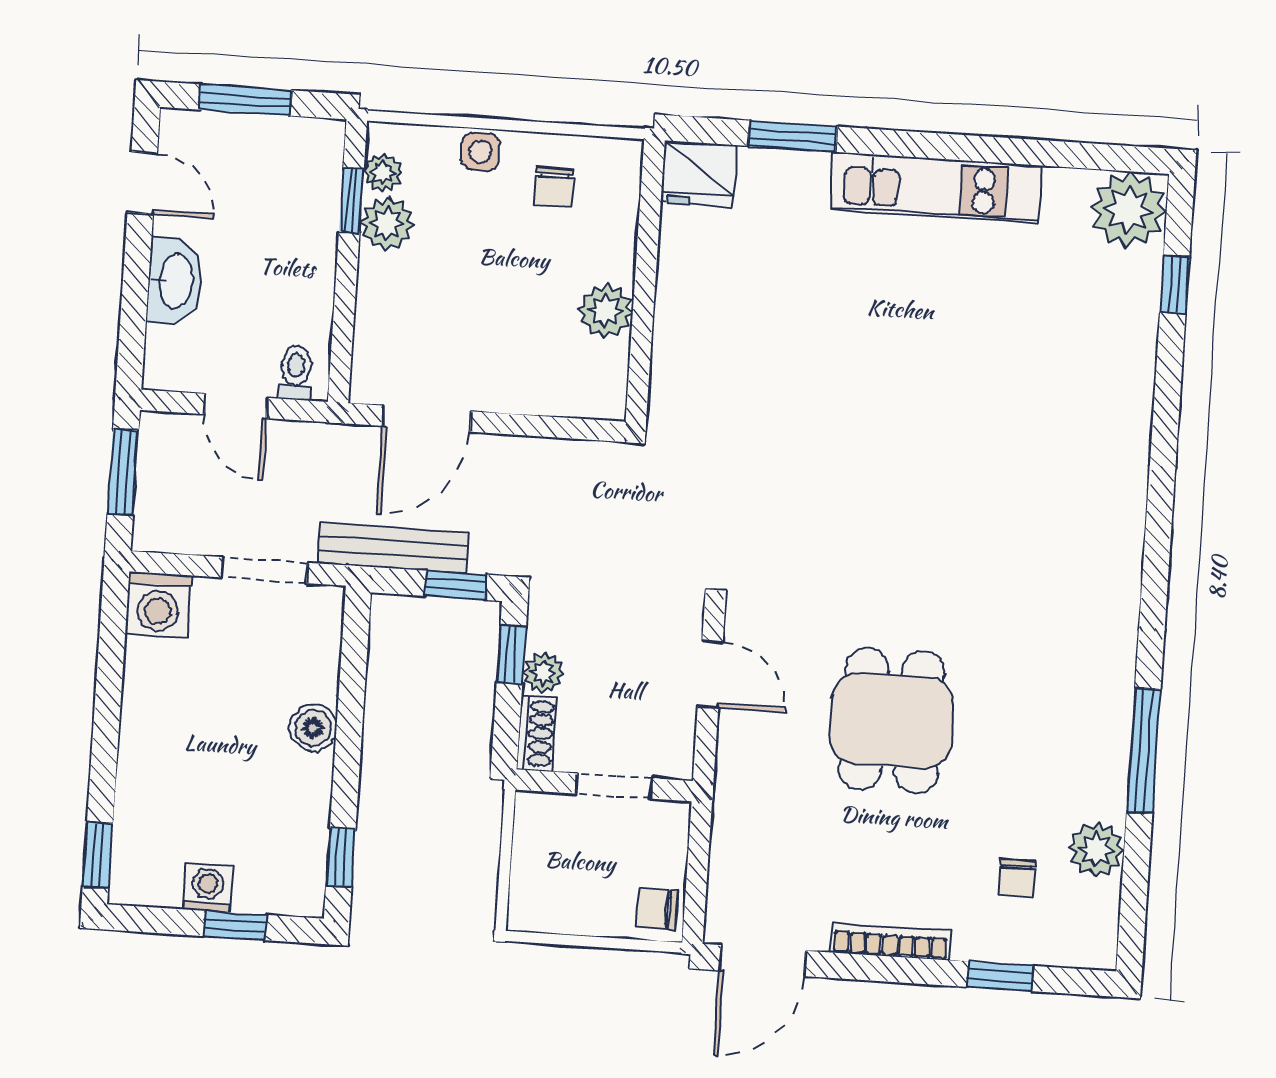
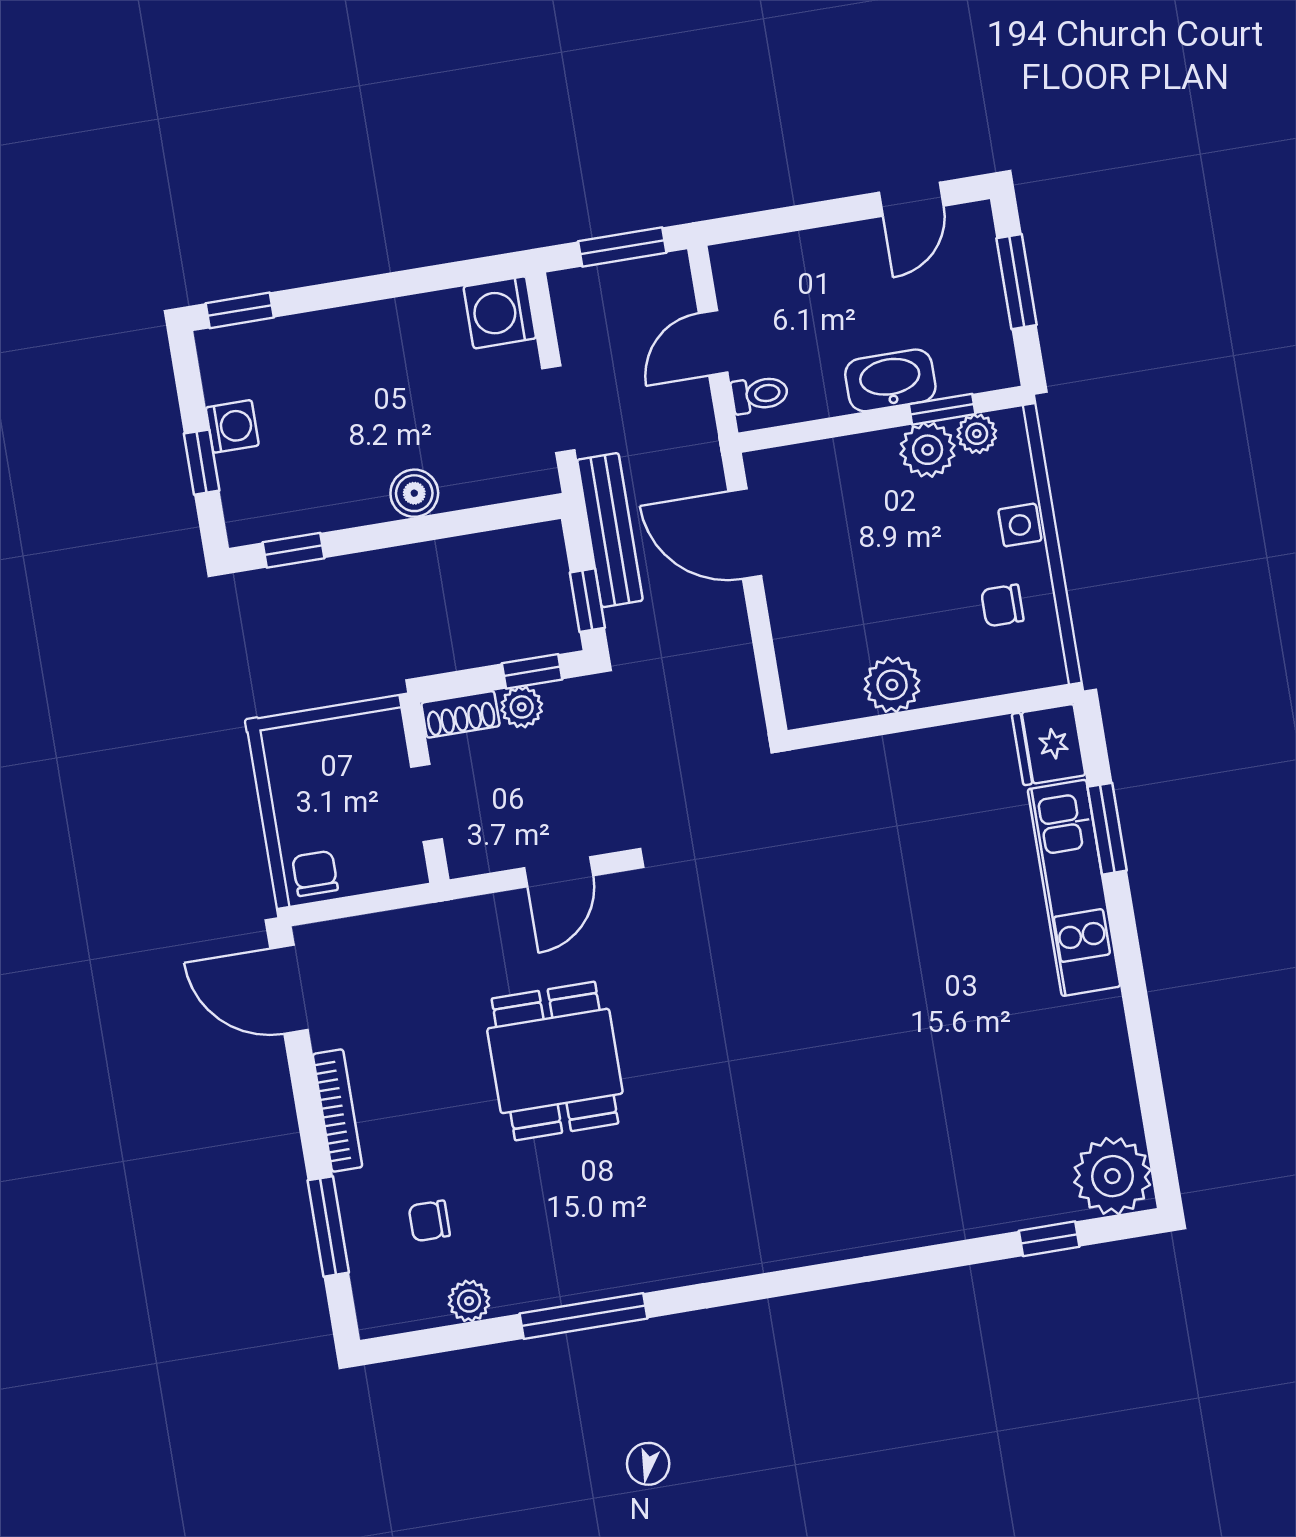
kitchen unit: (936, 188) -> (1074, 888), moved
washbasin: (175, 281) -> (890, 380), moved, turned 180
dining table: (892, 721) -> (555, 1061), turned 90
plant: (1096, 849) -> (469, 1301), width x0.73, depth x0.73
window: (1000, 976) -> (328, 1226), width x1.50

